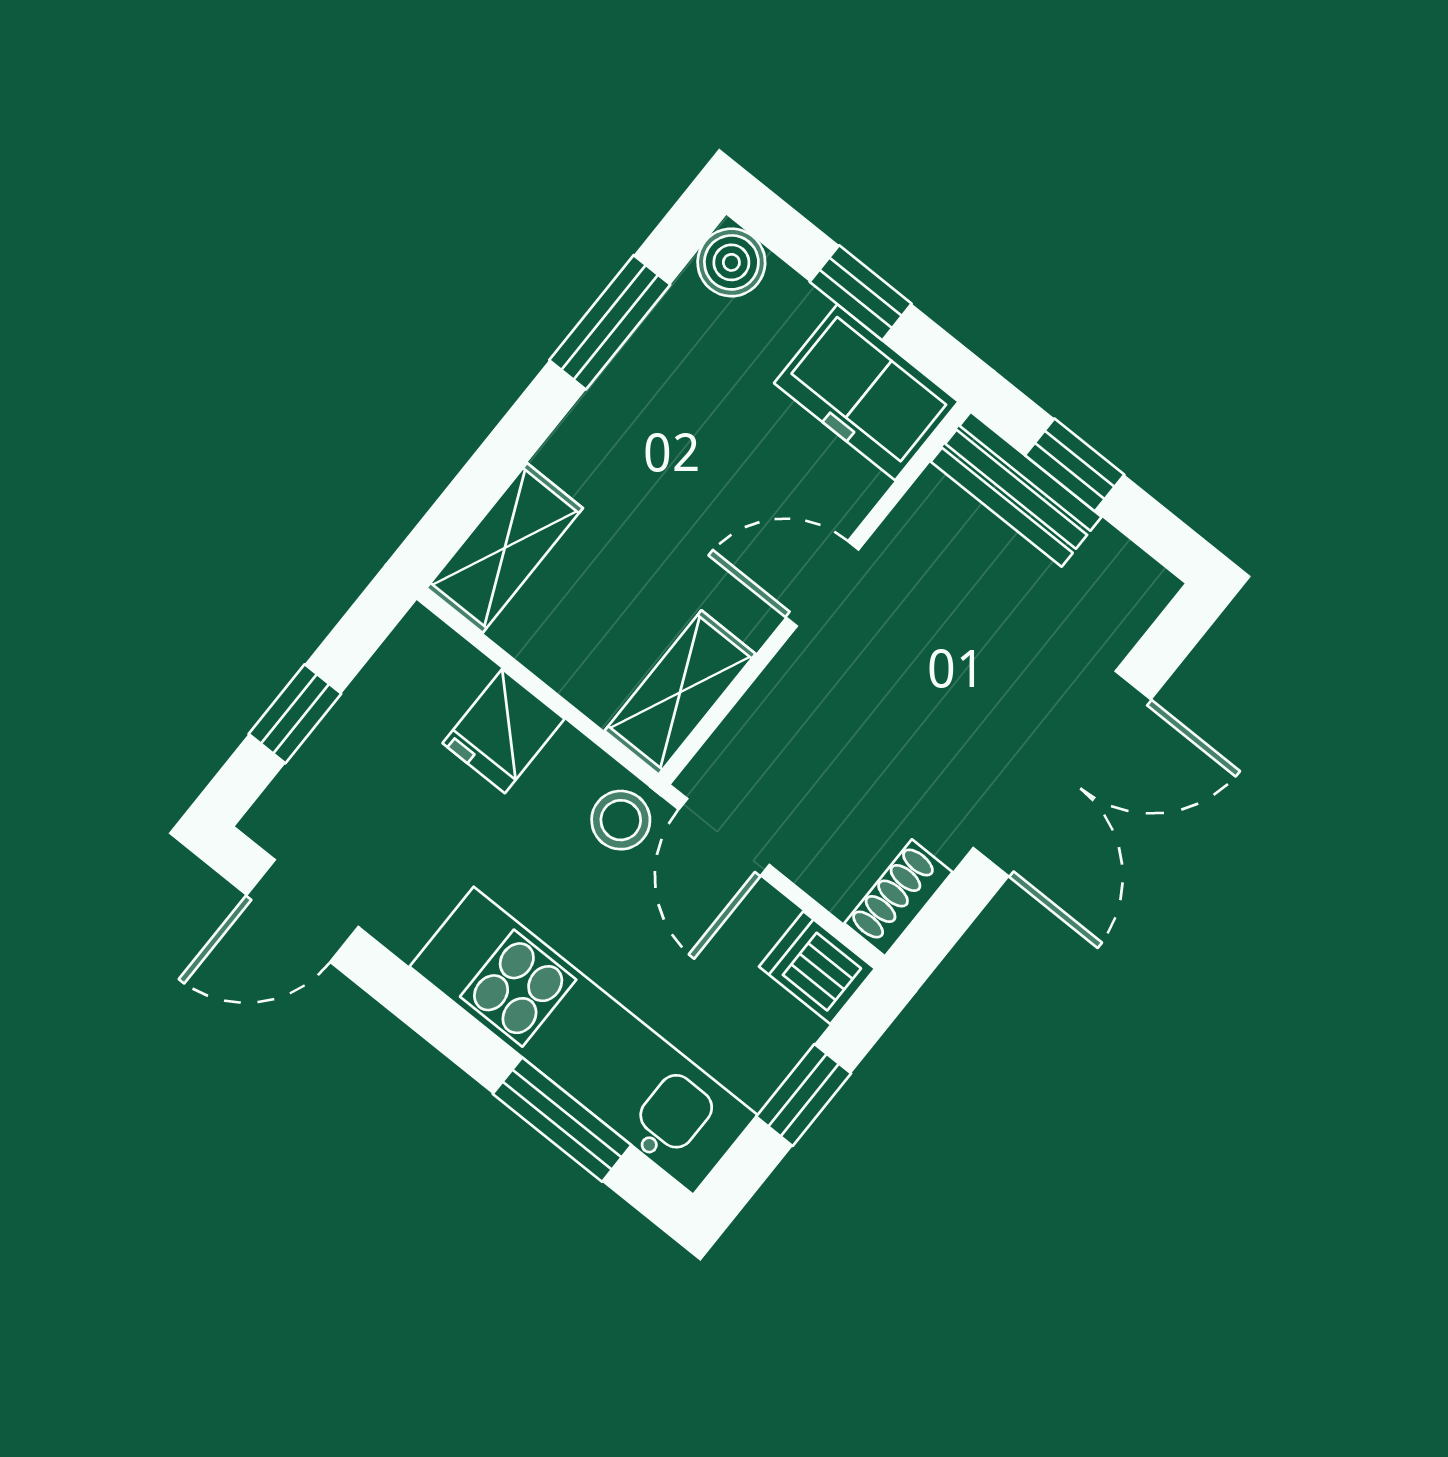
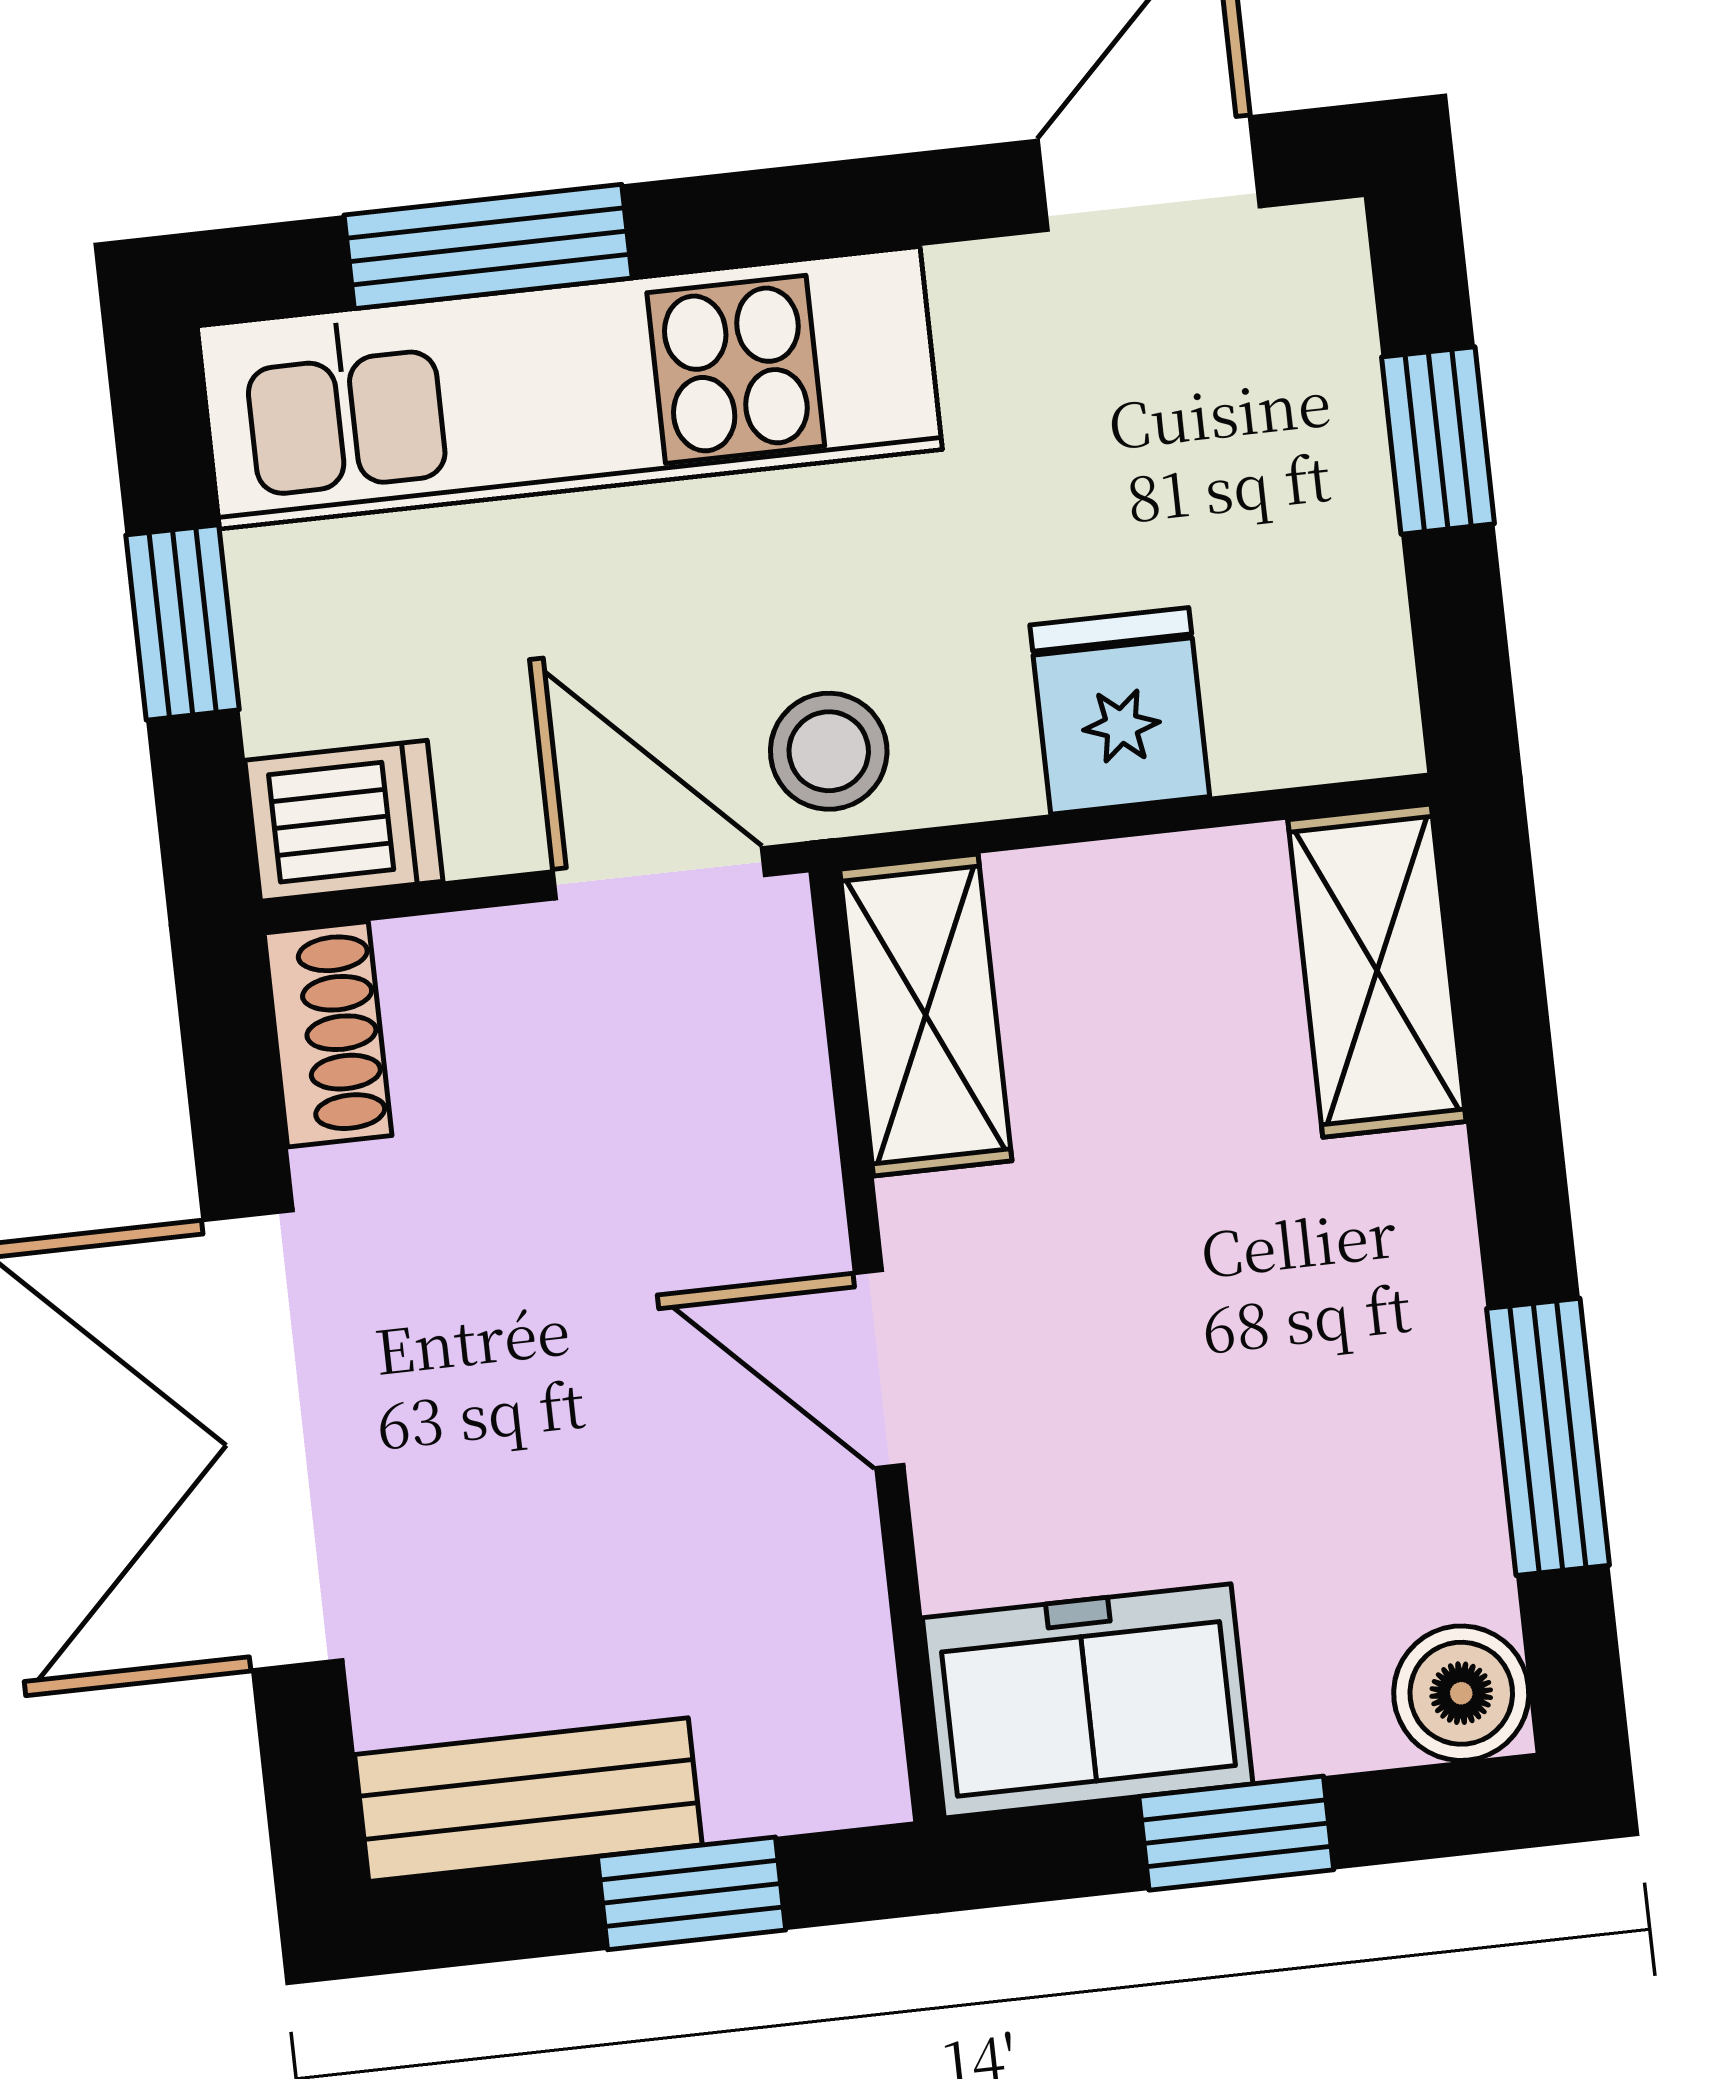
bench: (1016, 489) -> (528, 1800), moved
door: (822, 584) -> (879, 1369), swing flipped

